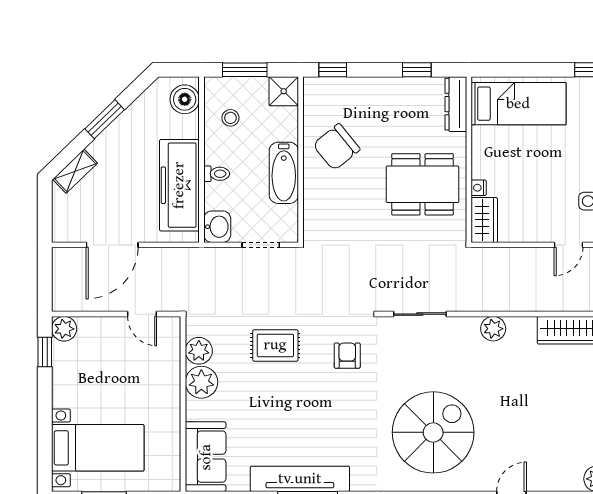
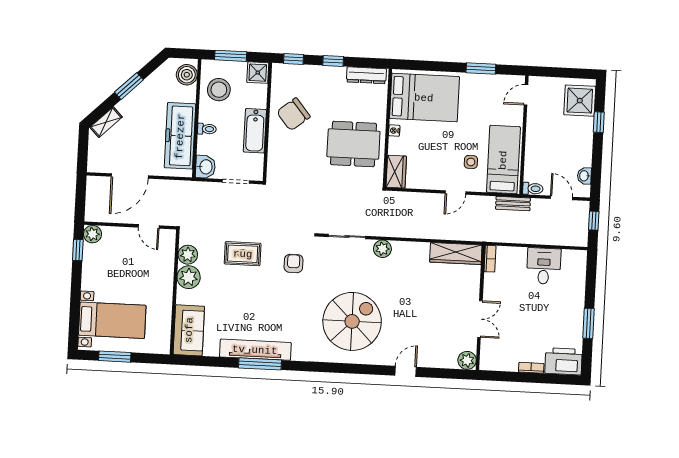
window: (417, 70) -> (333, 61), moved
dresser: (456, 104) -> (366, 75), moved, turned -90
bed: (518, 104) -> (424, 98), width x1.50
stool: (230, 118) -> (219, 90), width x1.89, depth x1.89
nightstand: (479, 188) -> (394, 131), moved
plant: (493, 329) -> (382, 249), moved

